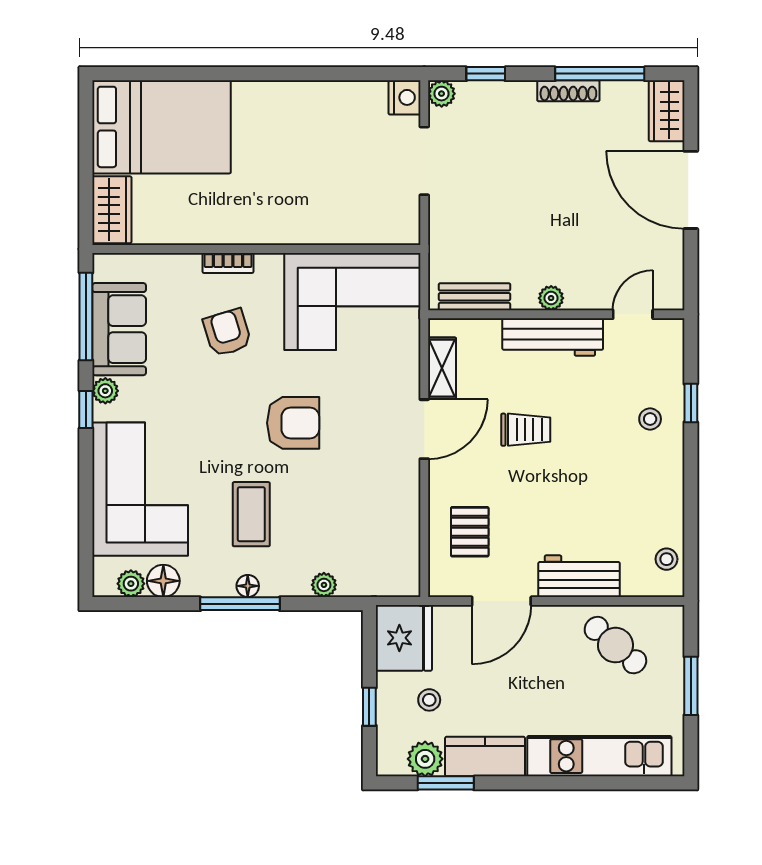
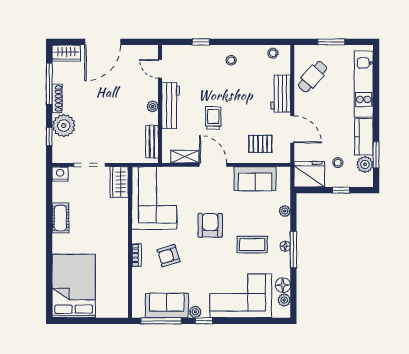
plant: (442, 94) -> (64, 126), moved, width x1.88, depth x1.88
cot: (309, 98) -> (60, 218), added
wardrobe: (112, 210) -> (119, 182), moved, turned -90
stool: (650, 419) -> (231, 60), moved
sofa: (394, 520) -> (255, 179), added

